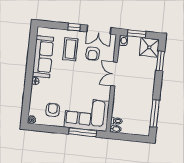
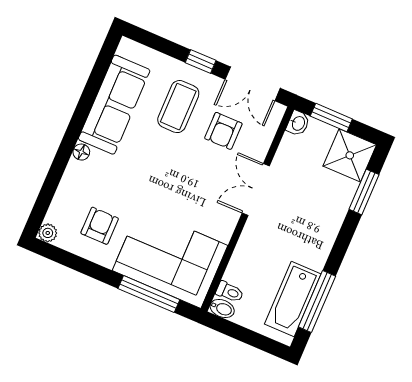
bathtub: (144, 116) -> (293, 299), added

